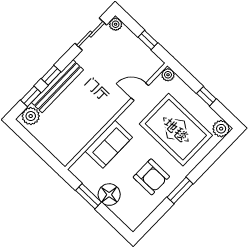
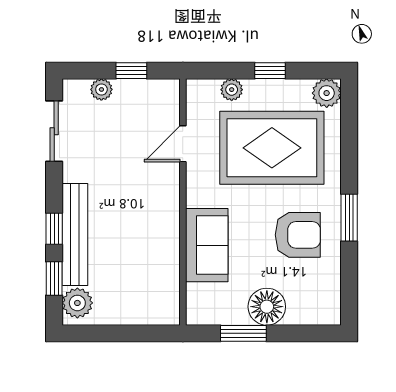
plant: (116, 24) -> (101, 89), moved
plant: (168, 75) -> (232, 90), moved

